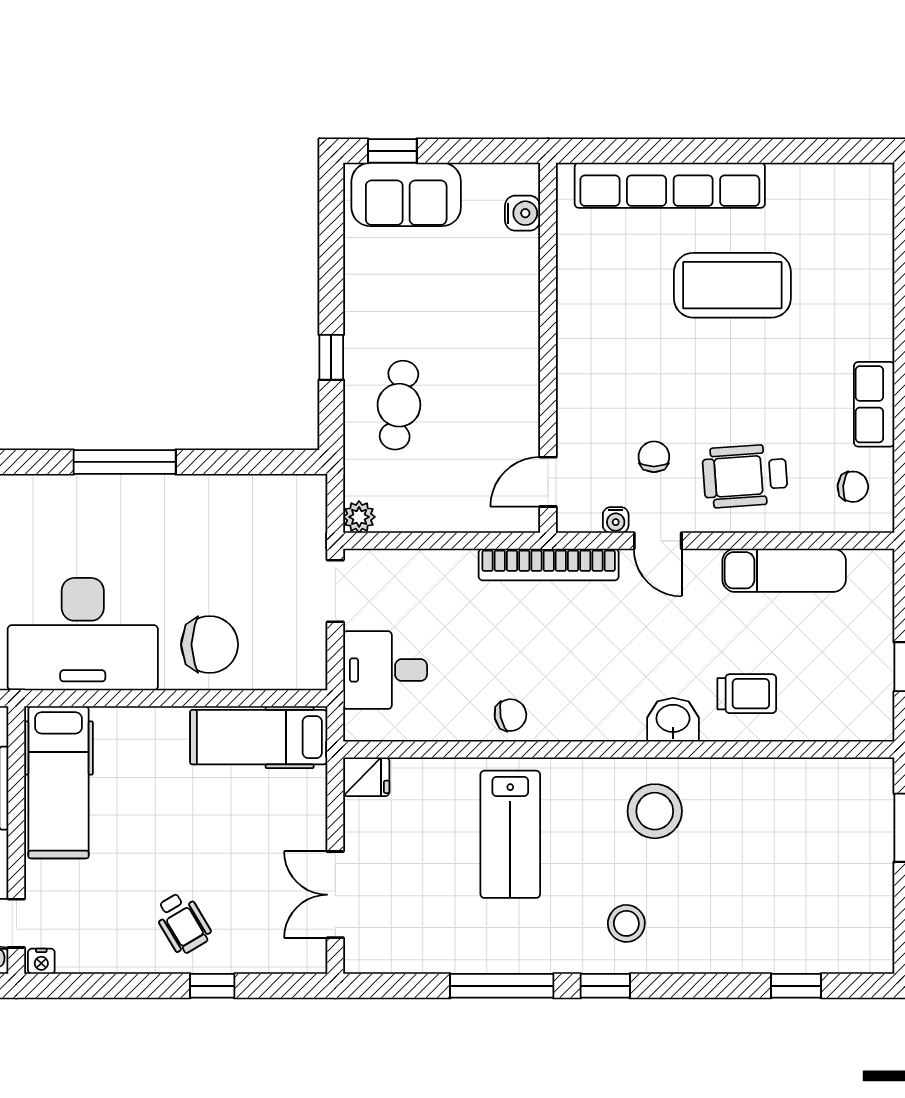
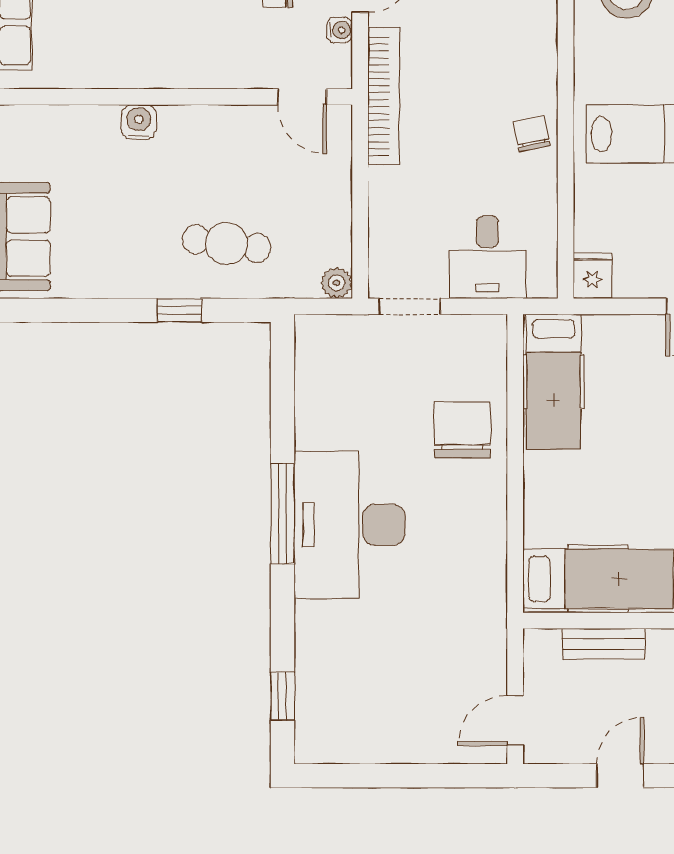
water cooler: (522, 213) -> (139, 122), moved
desk: (83, 634) -> (350, 525), moved, turned 180

